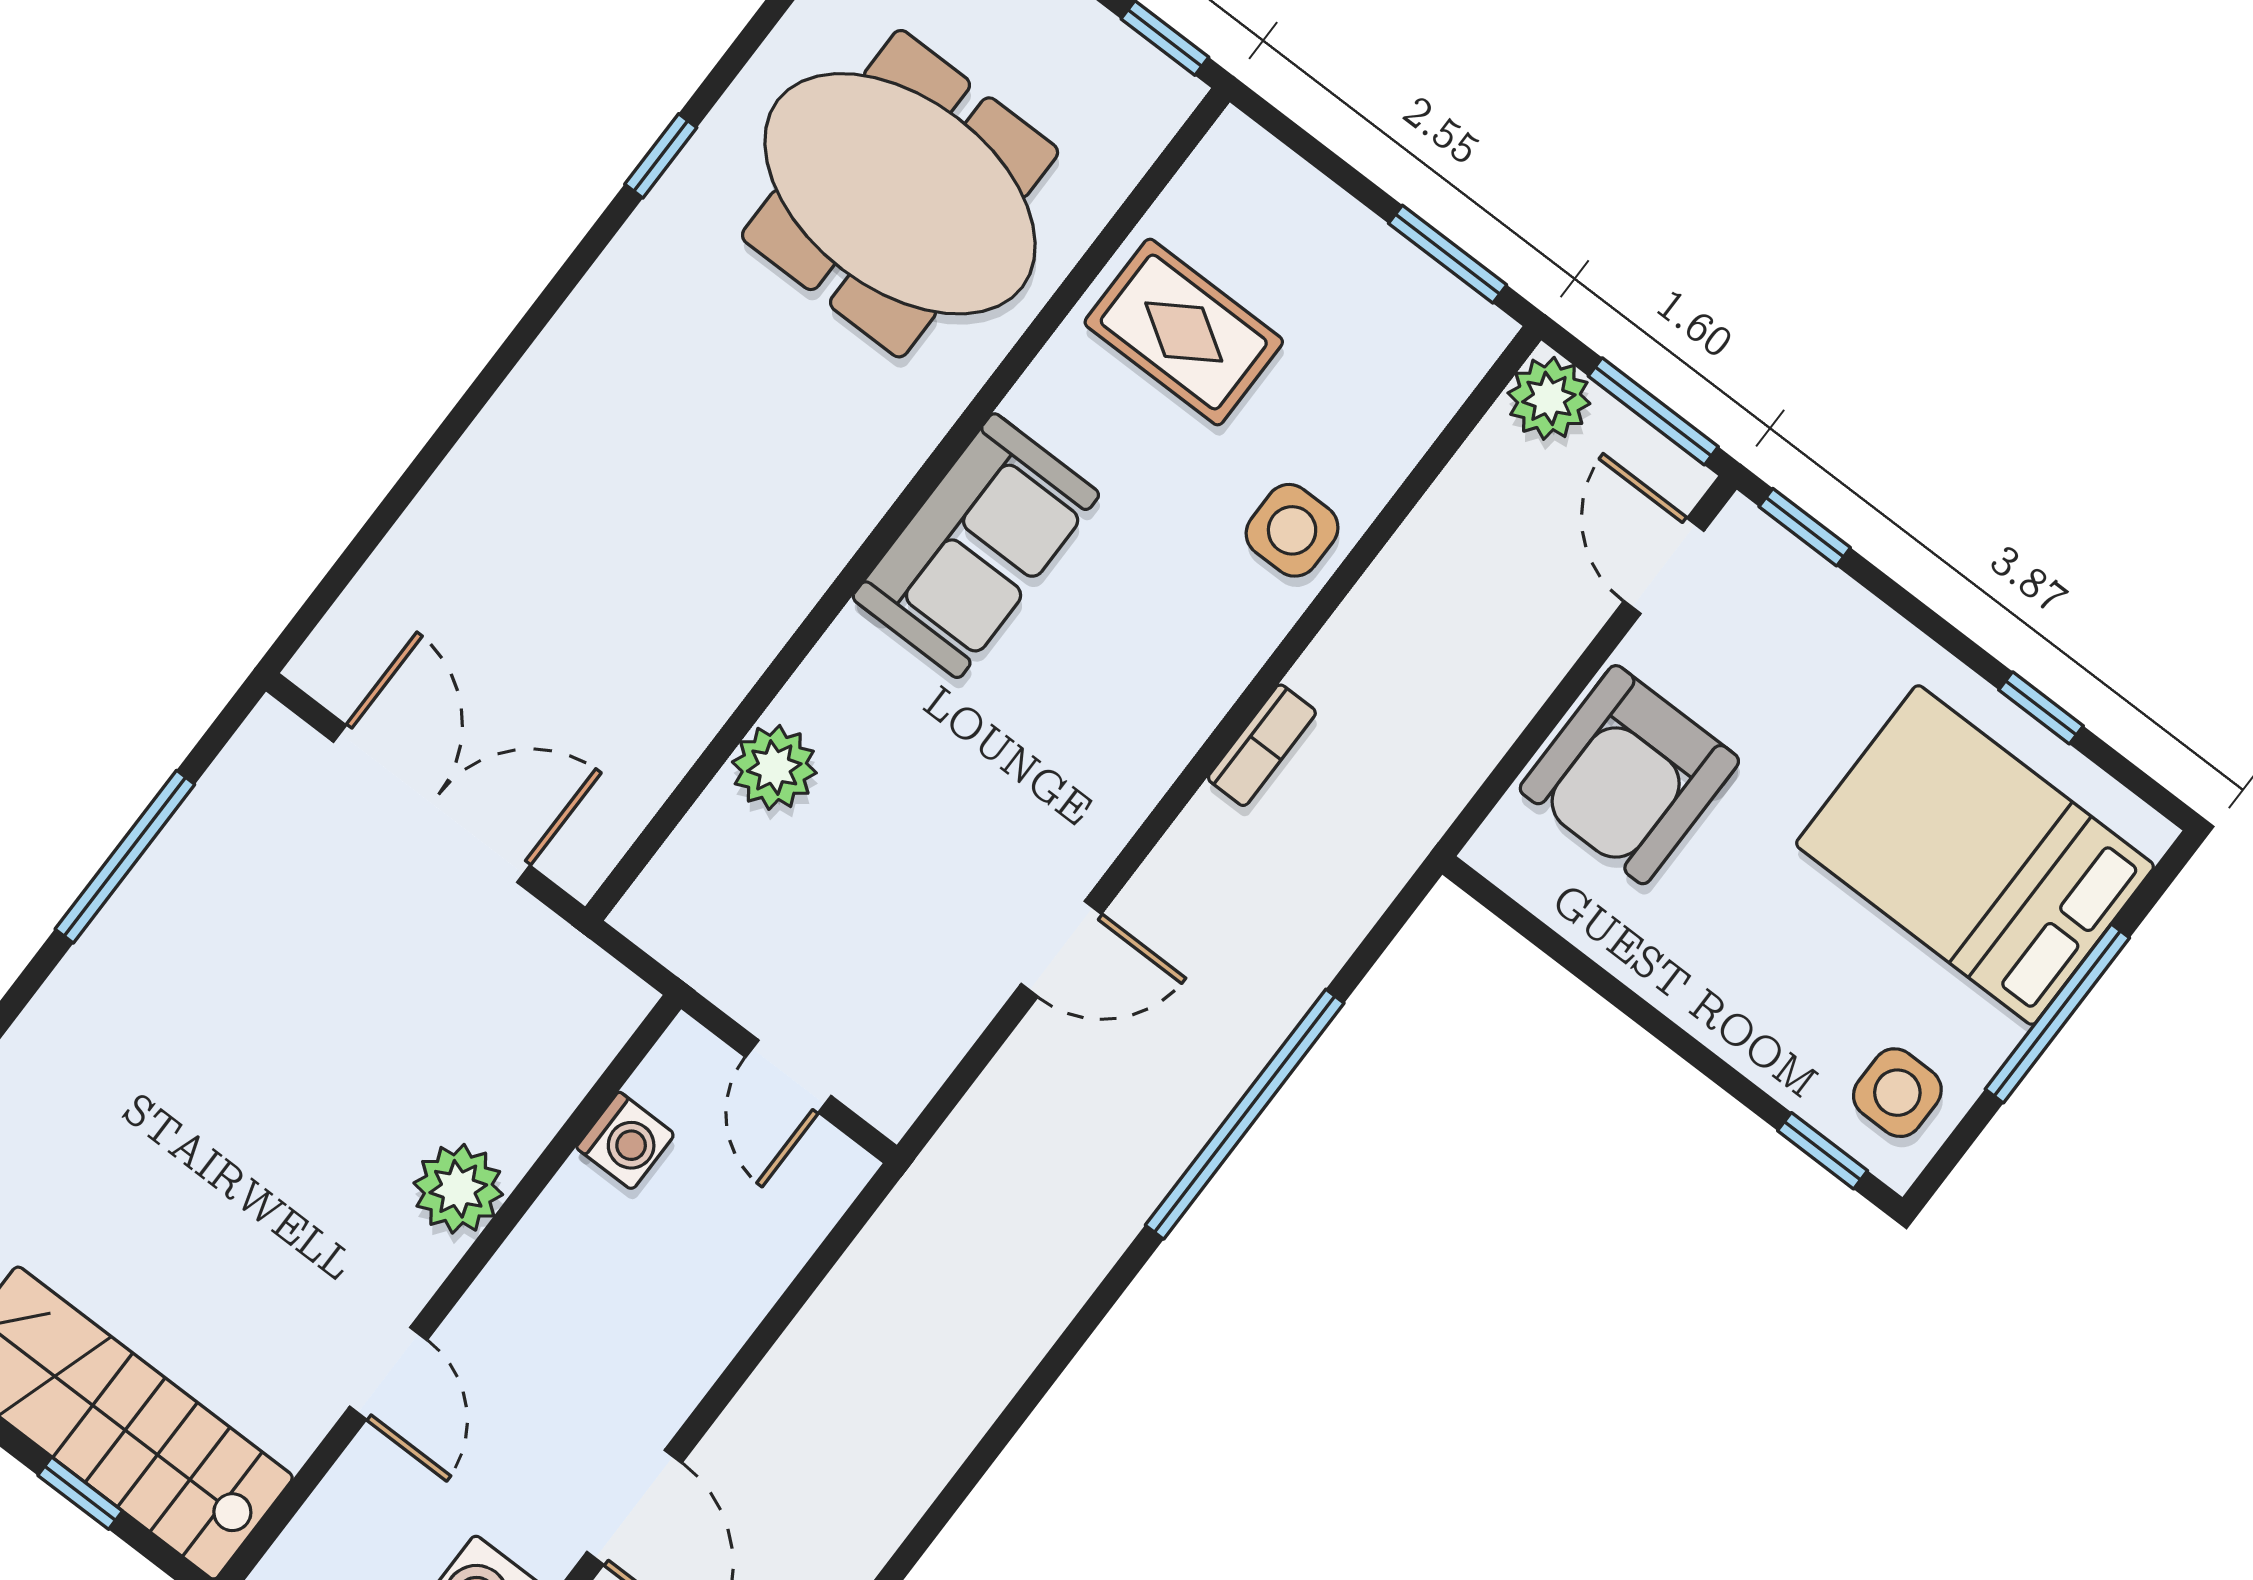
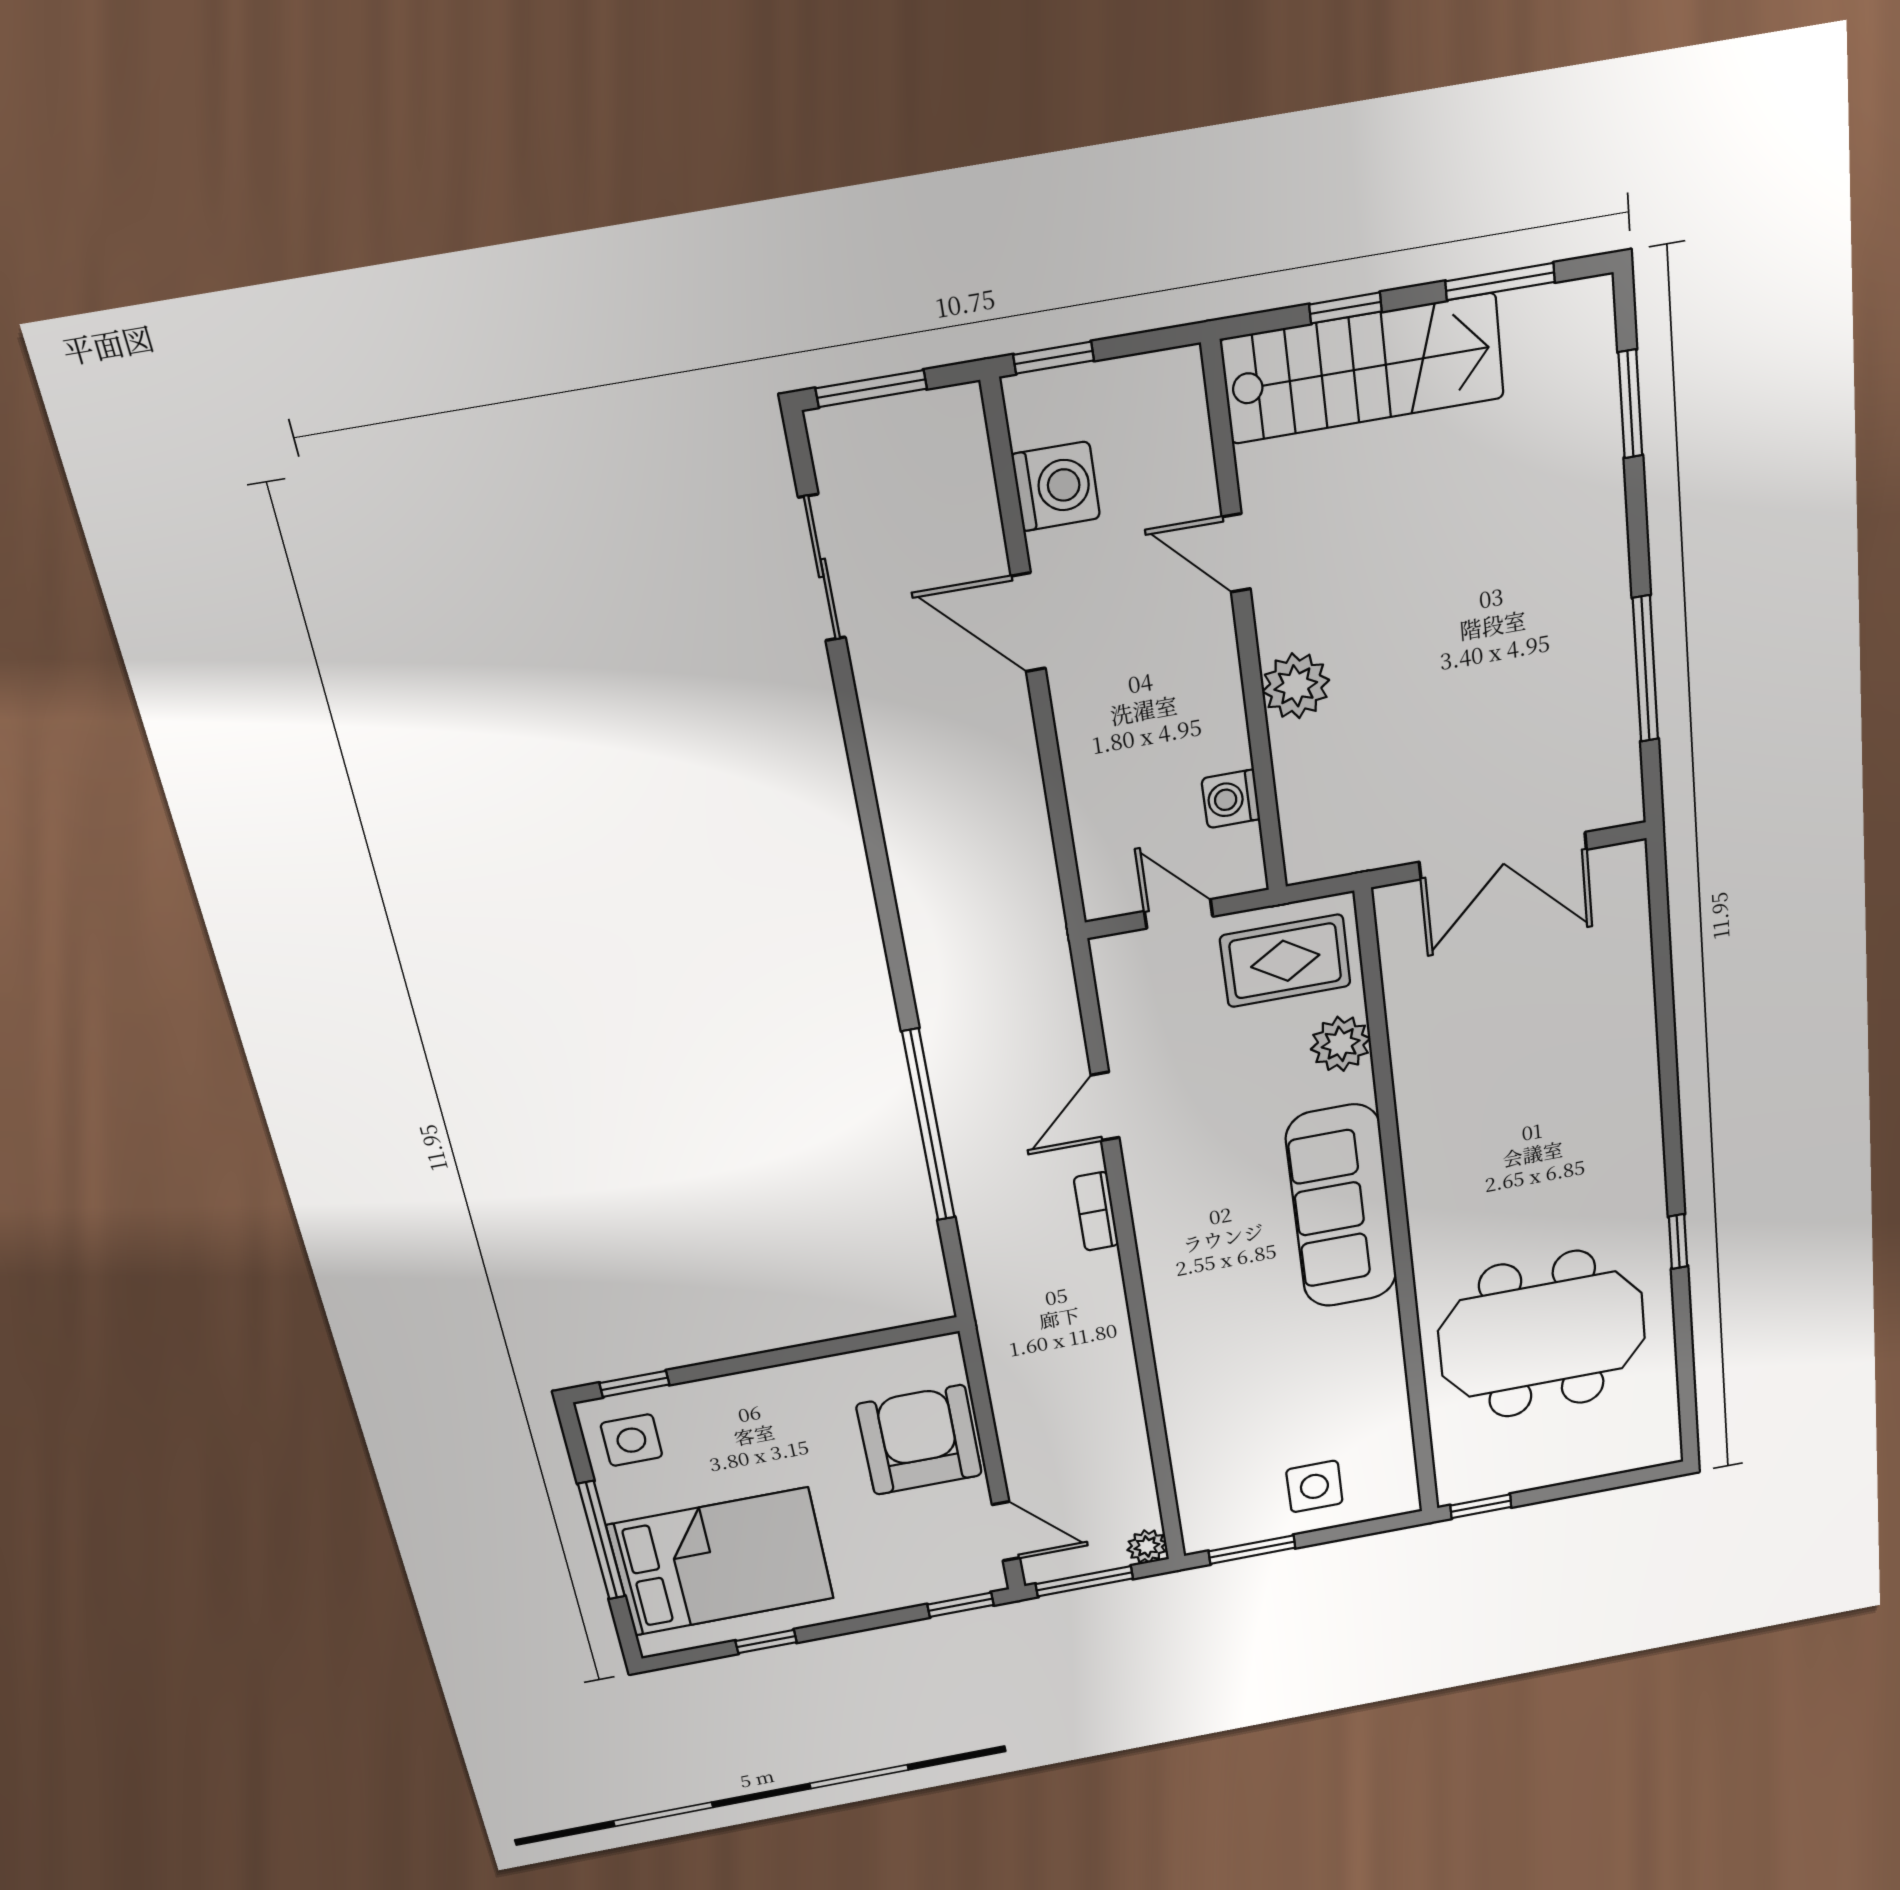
rug: (1184, 332) -> (1285, 961), moved
plant: (1549, 398) -> (1147, 1546), width x0.73, depth x0.73
side table: (1292, 530) -> (1314, 1486), moved
sofa: (976, 546) -> (1342, 1207), width x1.36
bookcase: (1262, 745) -> (1096, 1211), moved

